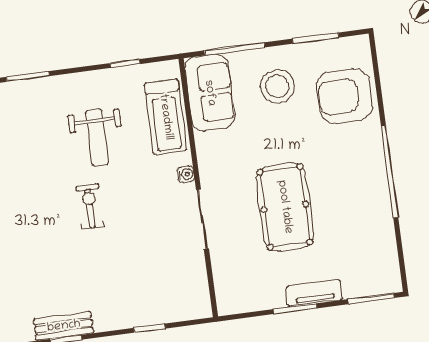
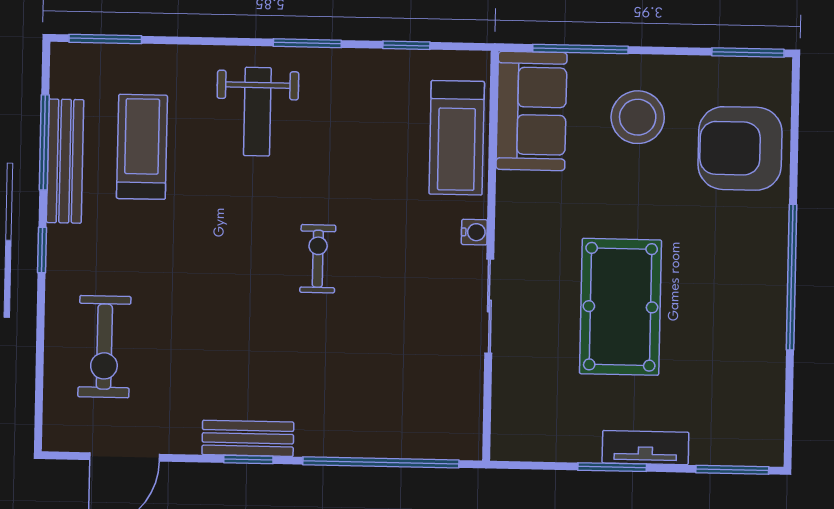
window: (316, 38) -> (748, 52), moved
window: (28, 76) -> (307, 43), moved
weight bench: (97, 138) -> (257, 112), moved
window: (150, 328) -> (381, 462), width x3.17

